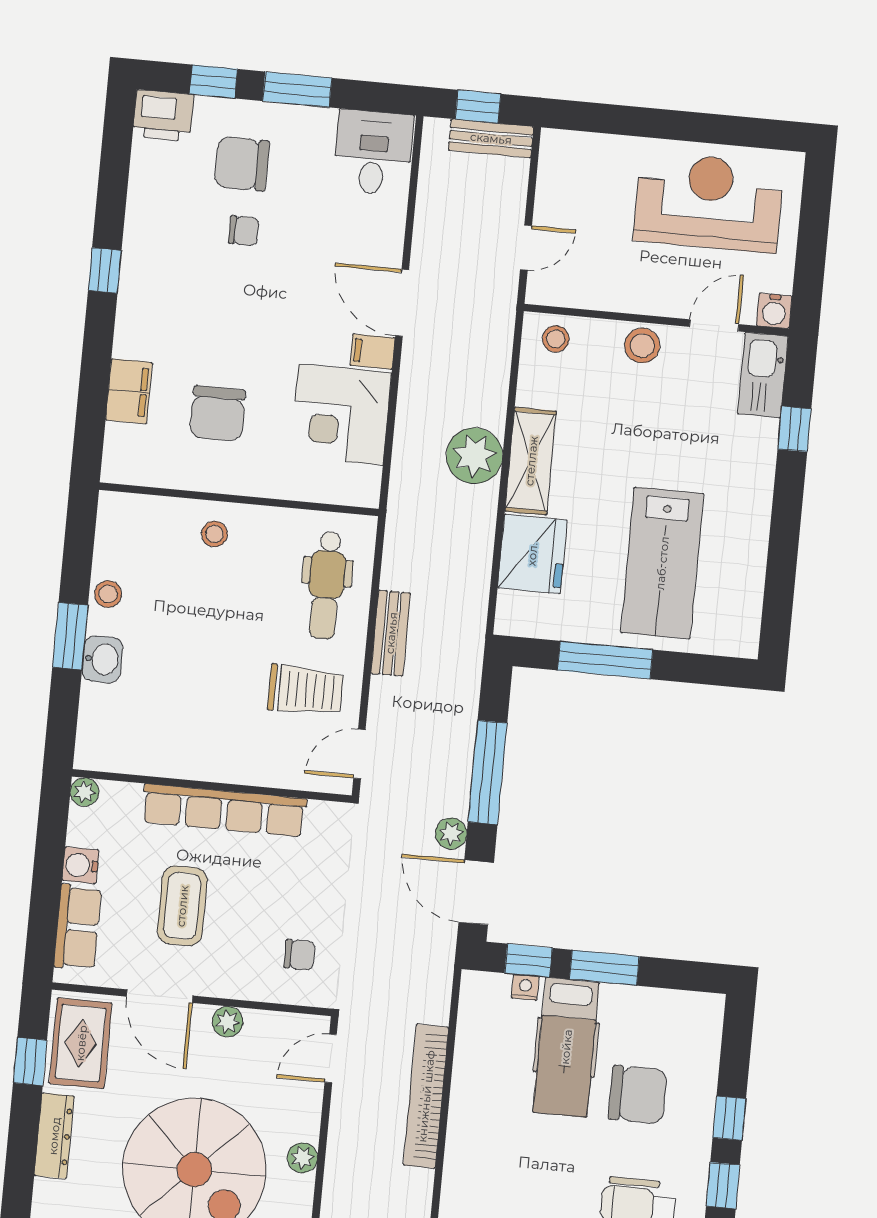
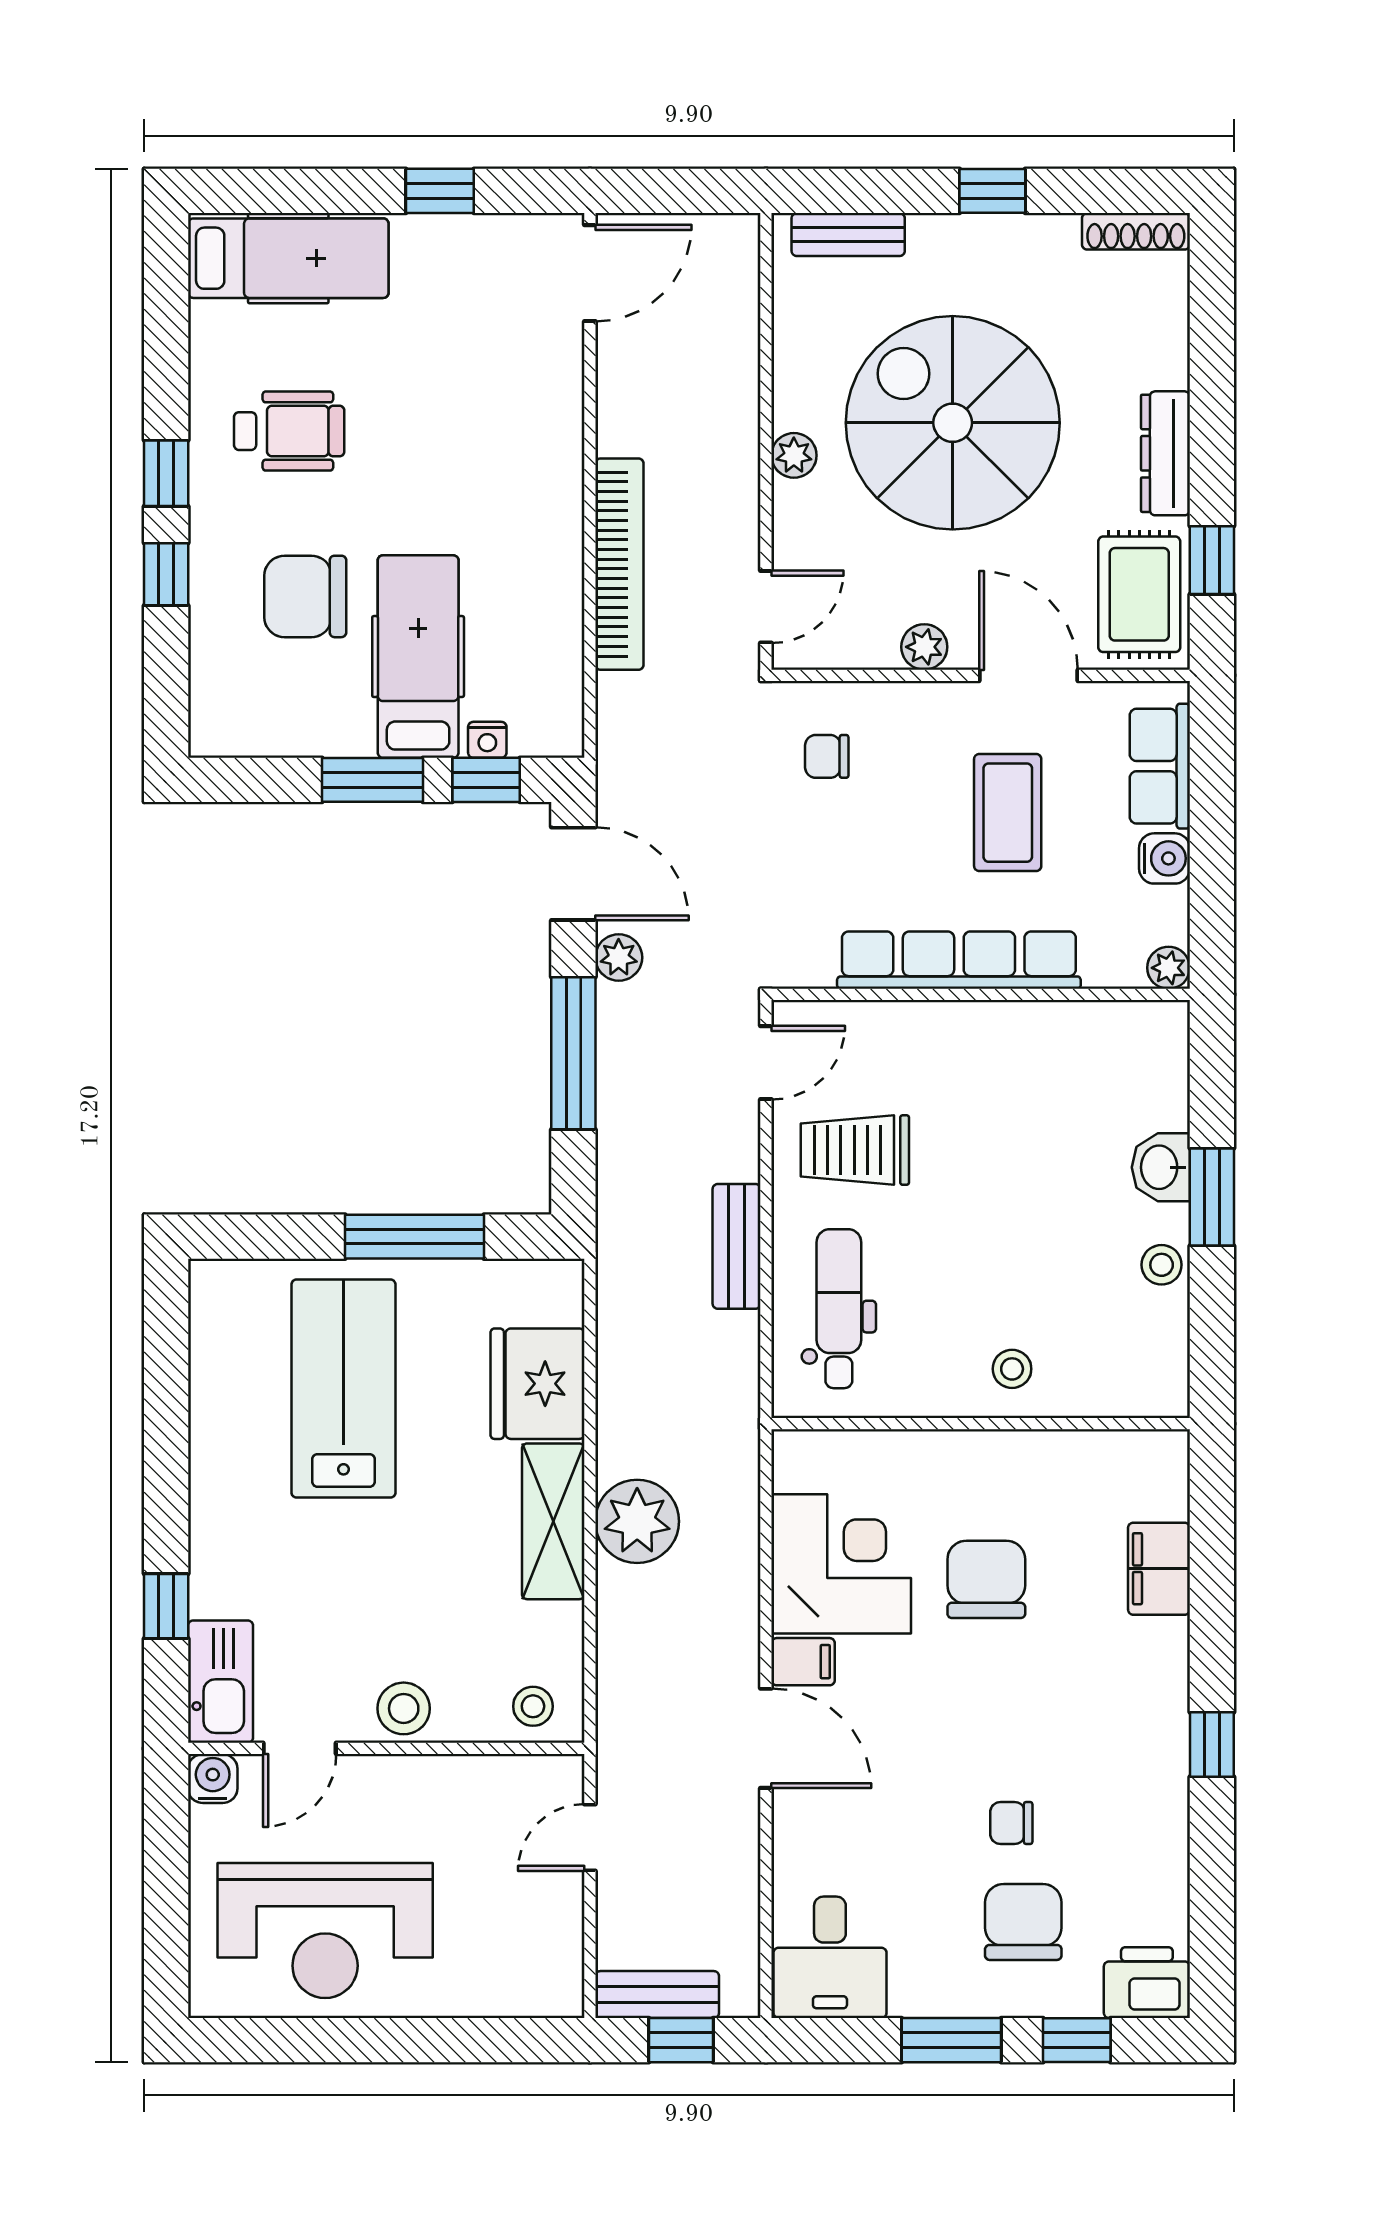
chair: (242, 164) -> (1023, 1922), turned -90
chair: (218, 414) -> (986, 1579), moved

